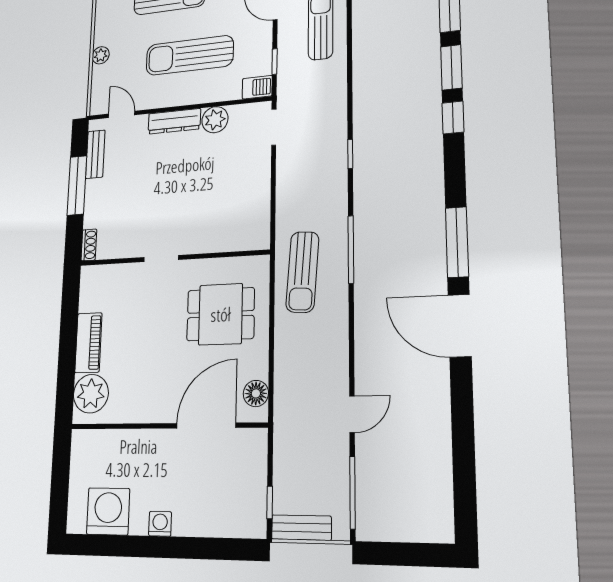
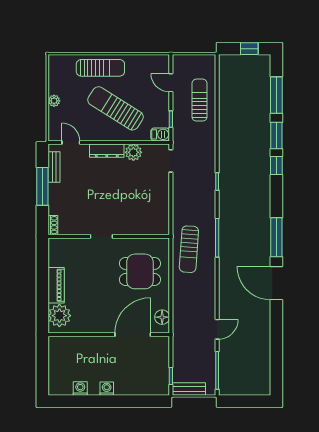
sun lounger: (190, 55) -> (116, 108), turned 32
washing machine: (108, 511) -> (80, 388), width x0.53, depth x0.53

